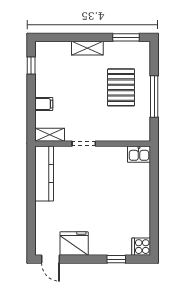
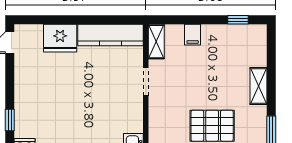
fridge: (74, 243) -> (60, 38), moved, turned 90

